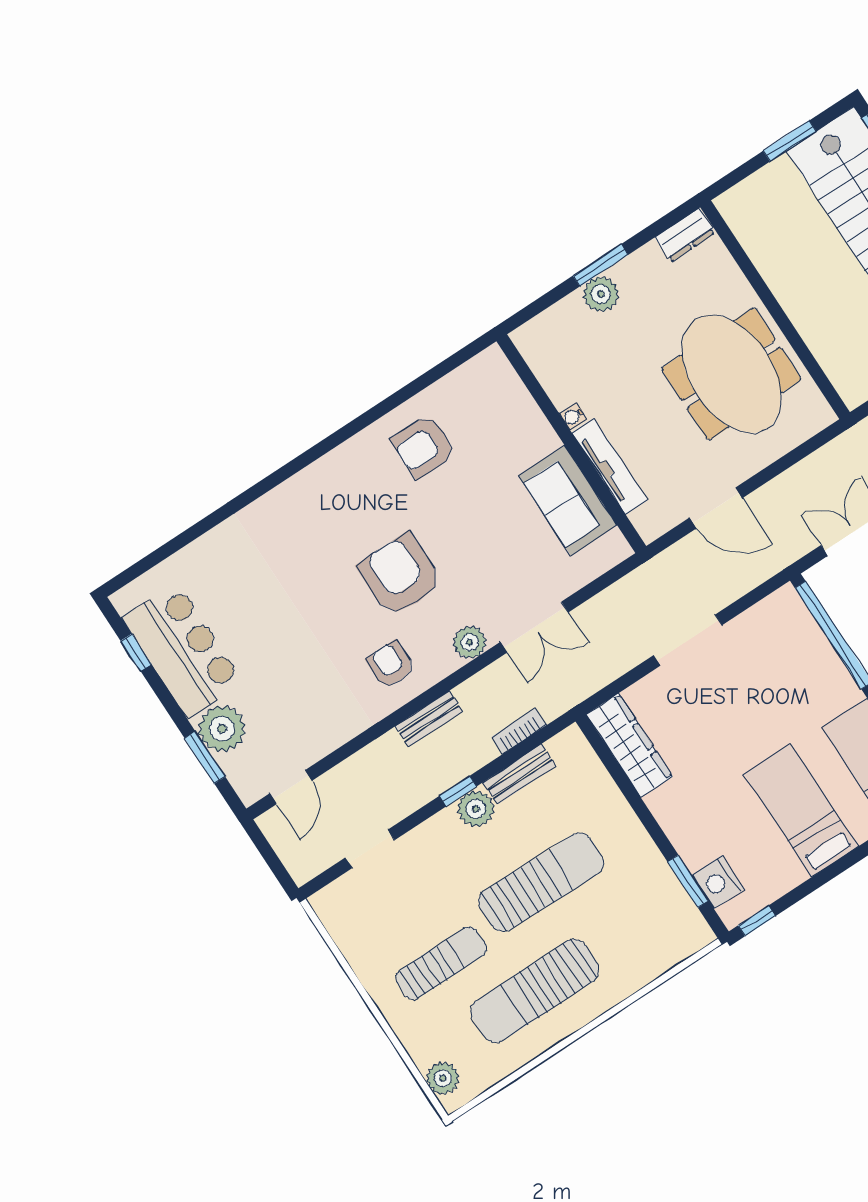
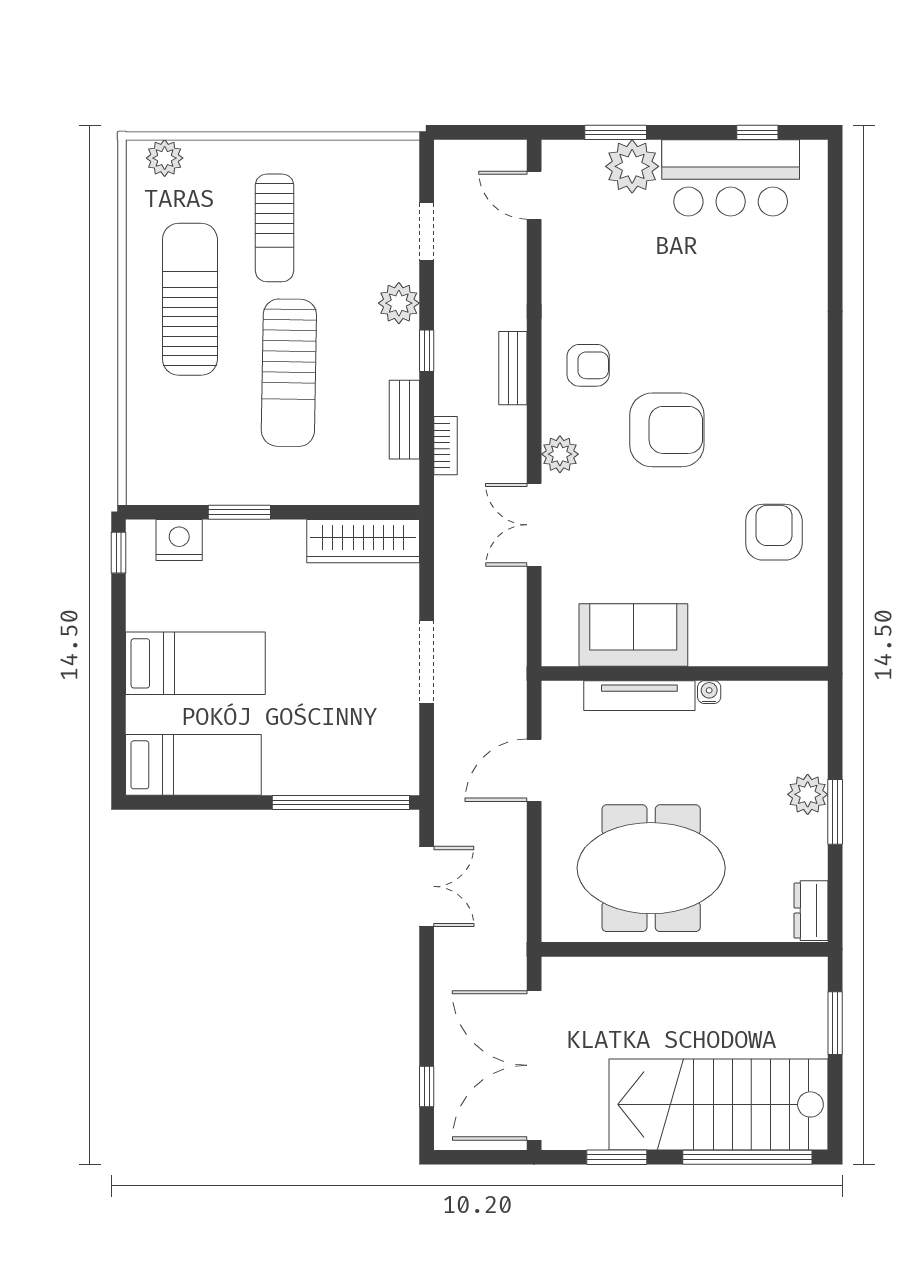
window: (790, 141) -> (835, 1023), moved
plant: (476, 809) -> (399, 303), moved
window: (688, 881) -> (239, 512), moved

